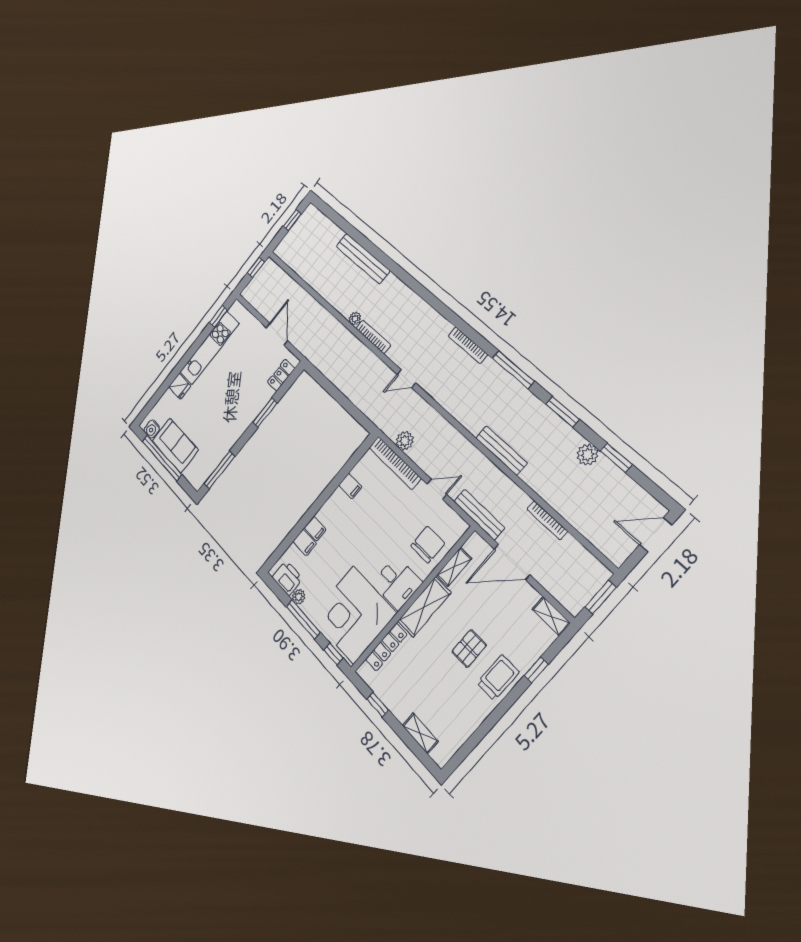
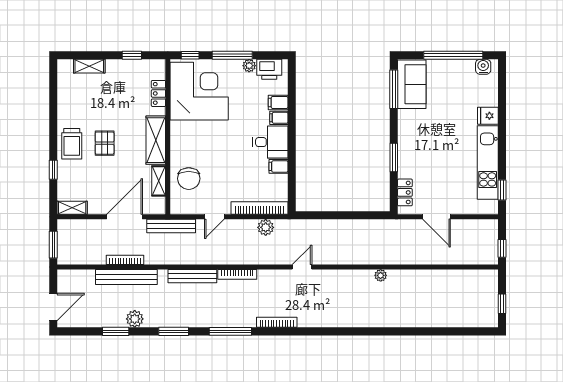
bench: (363, 258) -> (126, 277), moved
bookcase: (373, 337) -> (237, 274), moved
sofa: (175, 445) -> (412, 84), moved, turned -90
desk: (397, 583) -> (270, 142), moved, turned 180
locker: (386, 647) -> (158, 93), width x0.66

